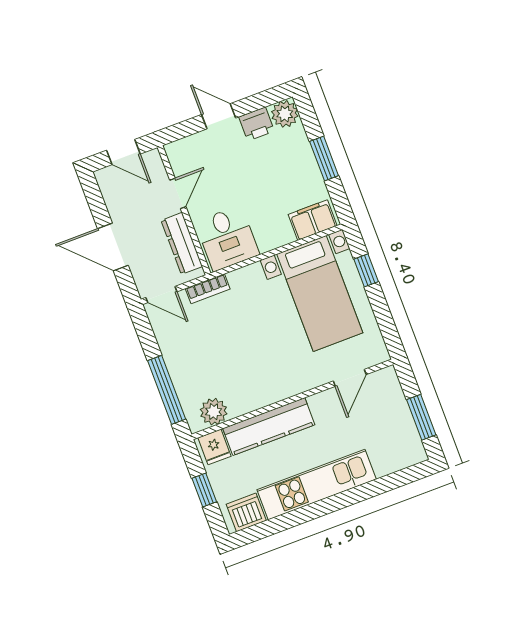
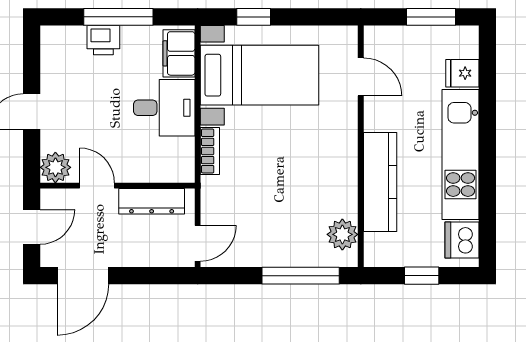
plant: (285, 114) -> (55, 167), moved
printer: (257, 124) -> (103, 40), moved, turned 90
window: (324, 159) -> (118, 17), width x1.44
desk: (227, 238) -> (164, 108), moved
door: (113, 247) -> (83, 276), moved
bookcase: (208, 289) -> (210, 151), moved
fridge: (214, 447) -> (462, 73), moved, turned 180

